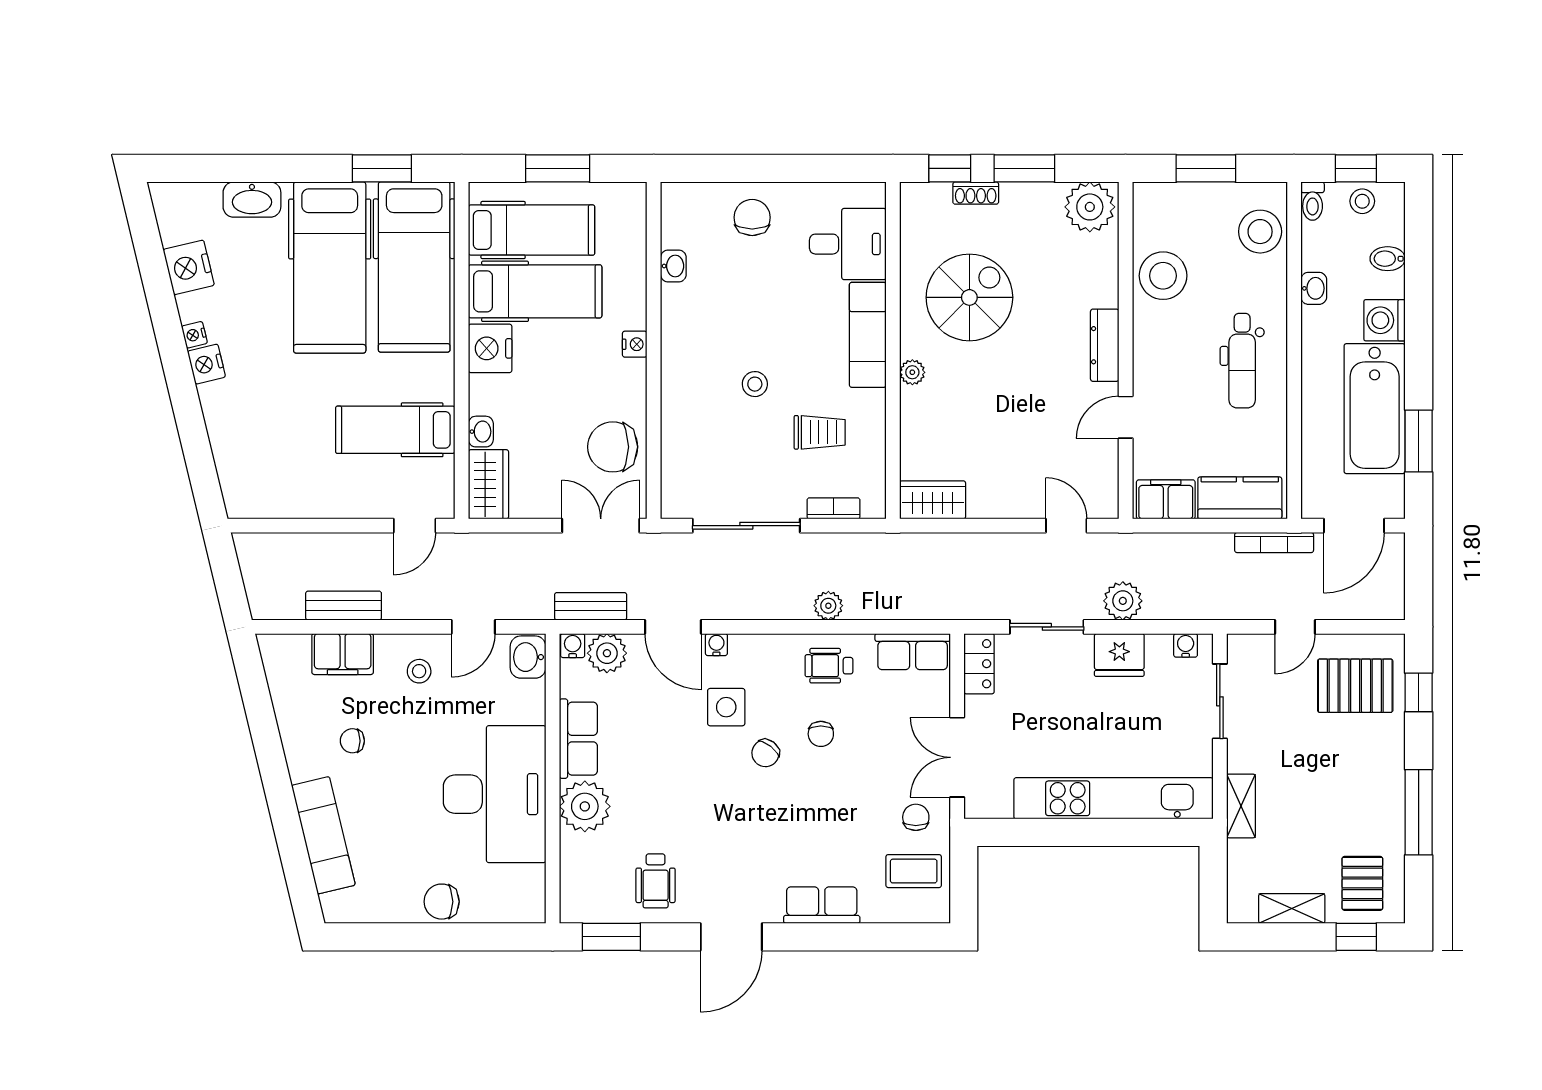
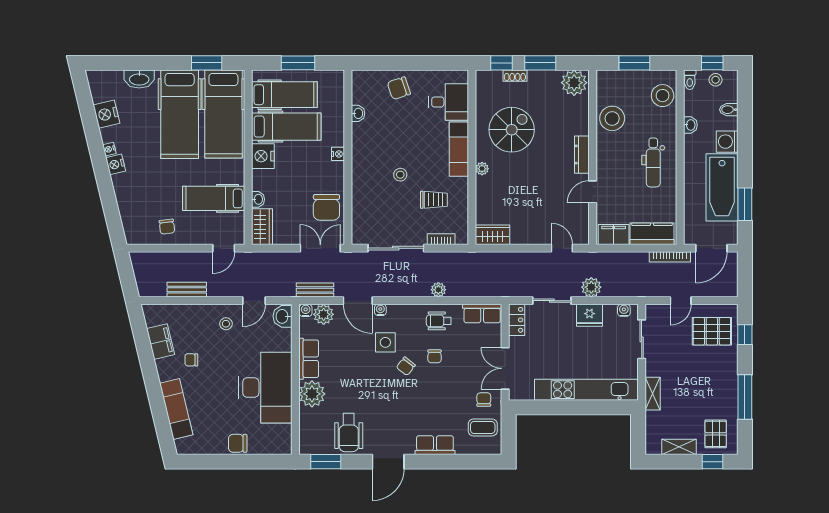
chair: (752, 217) -> (399, 88), turned -108
chair: (613, 447) -> (326, 207), turned -90
chair: (305, 484) -> (167, 227), added
filing cabinet: (343, 654) -> (161, 342), moved, turned -103
wheelchair: (656, 881) -> (349, 433), width x1.36, depth x1.37

